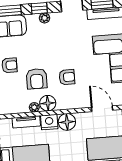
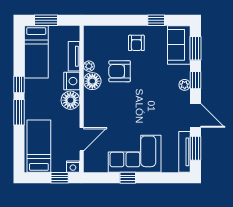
armchair: (67, 77) -> (119, 104), removed

